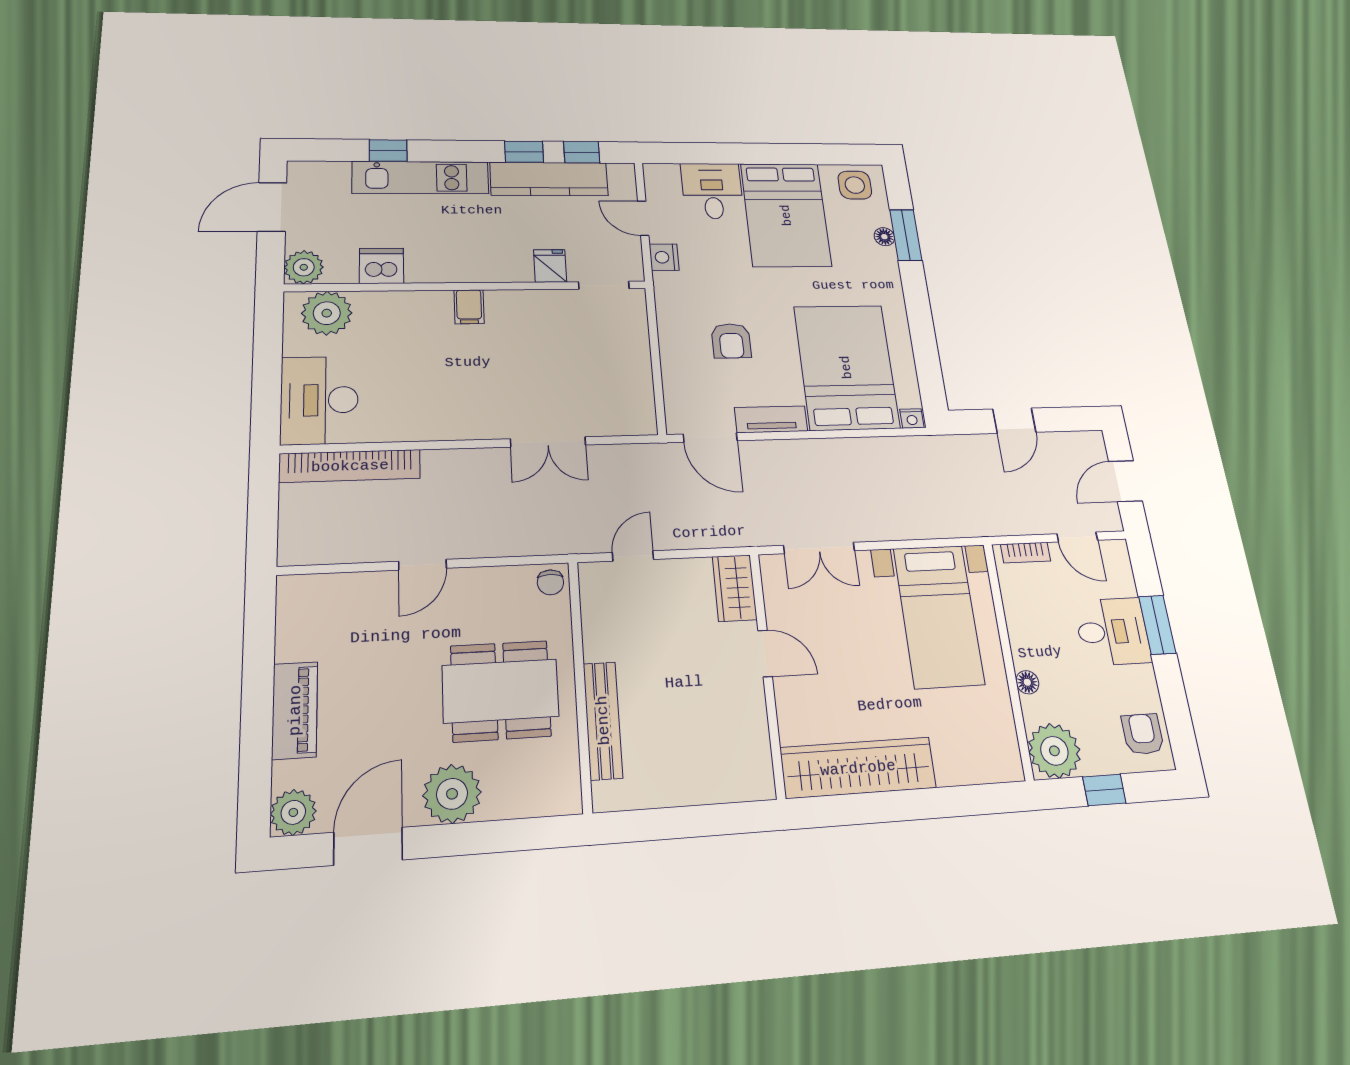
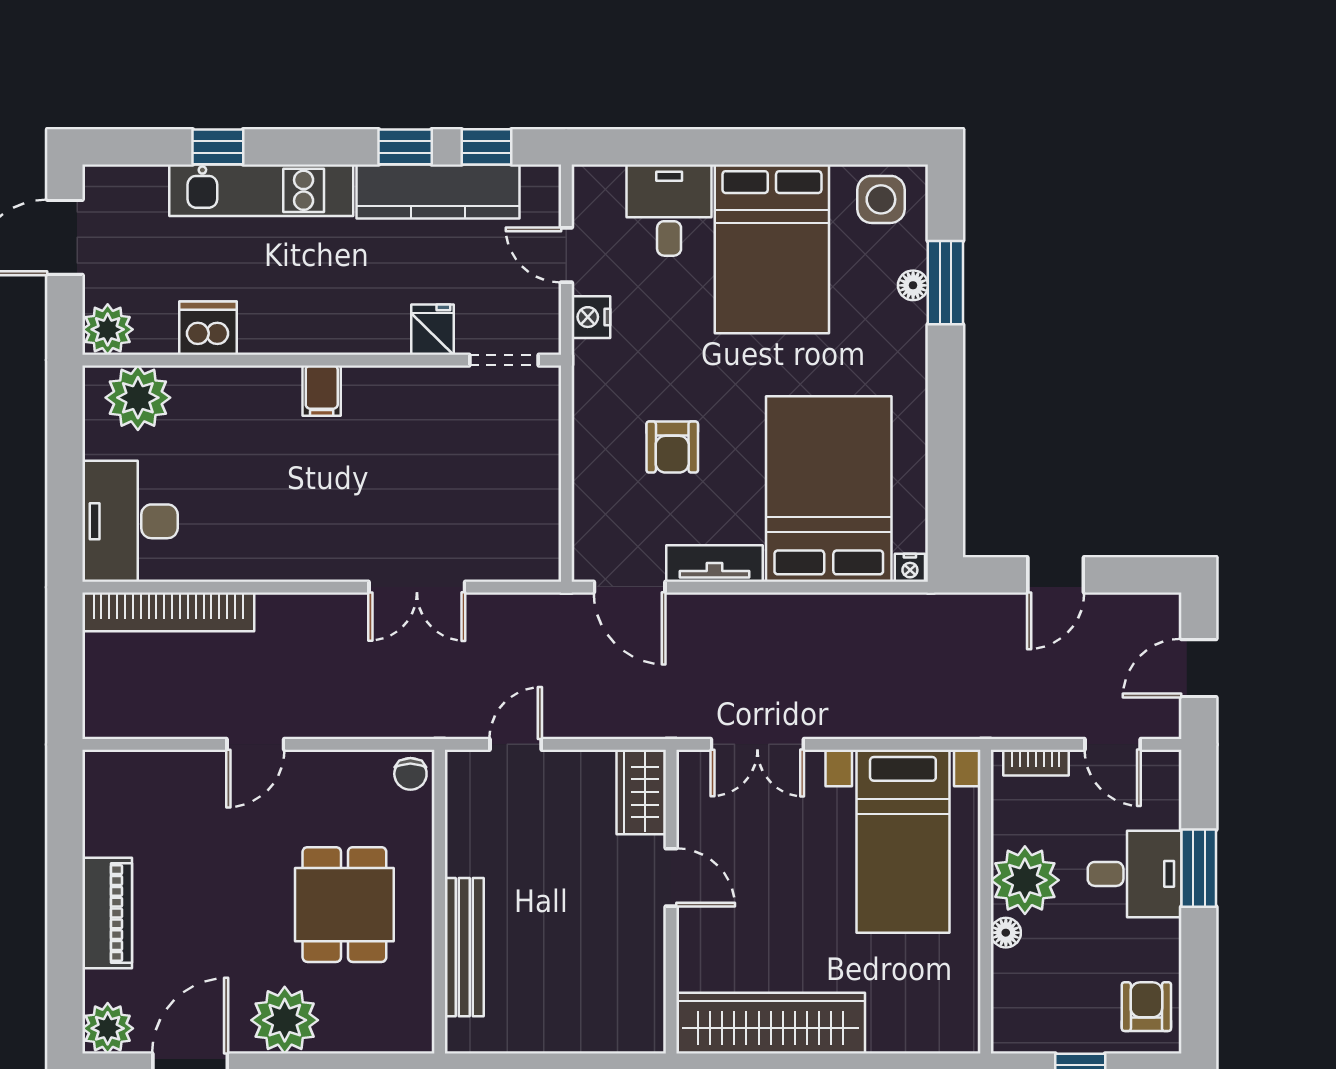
dining table: (501, 691) -> (344, 905), width x0.73
plant: (1054, 751) -> (1025, 880), moved

